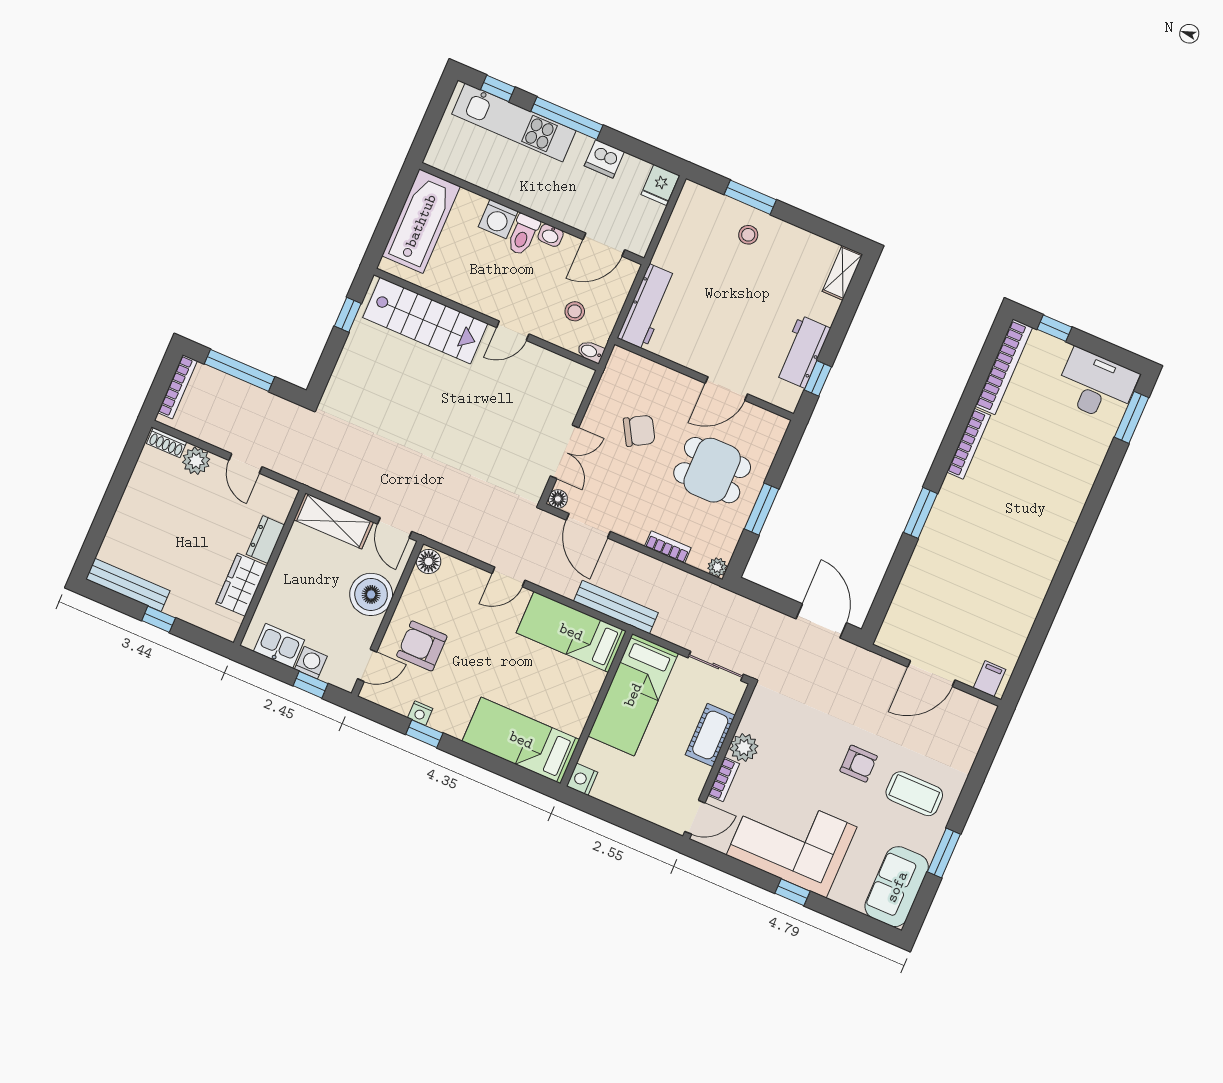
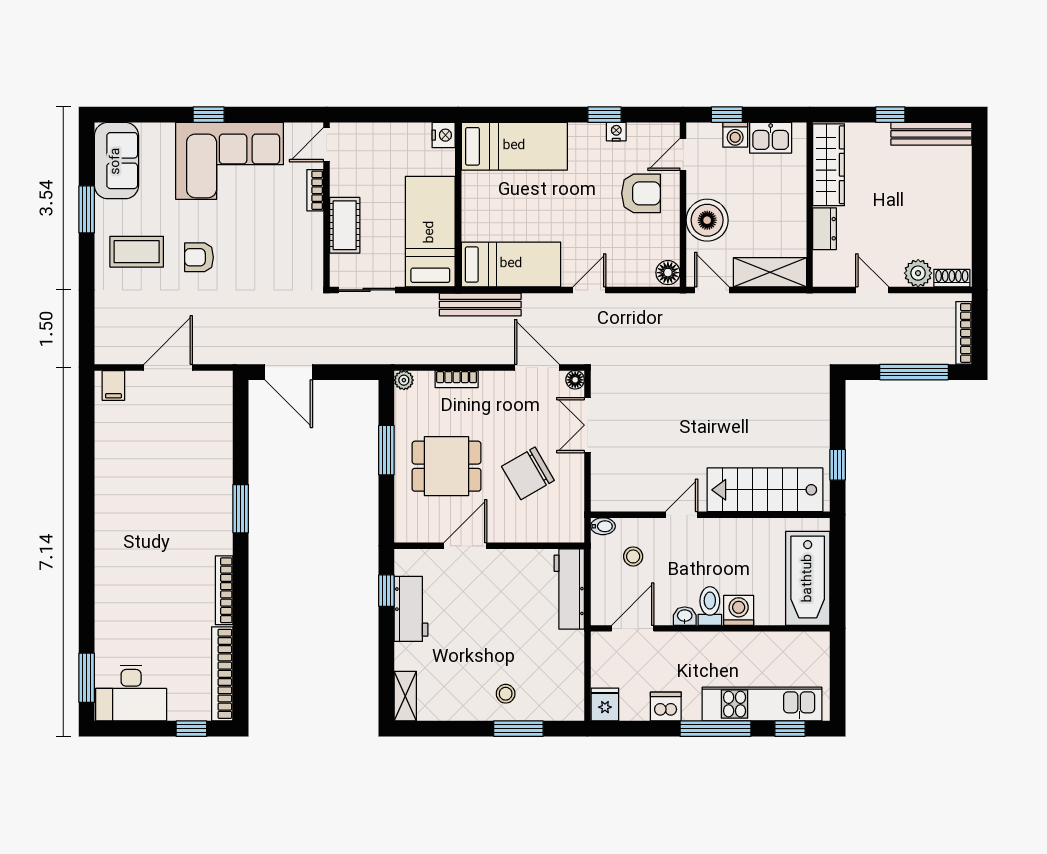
chair: (639, 431) -> (528, 473), width x1.37, depth x1.37
wardrobe: (241, 585) -> (829, 165), width x1.50
plant: (744, 748) -> (309, 227), removed

